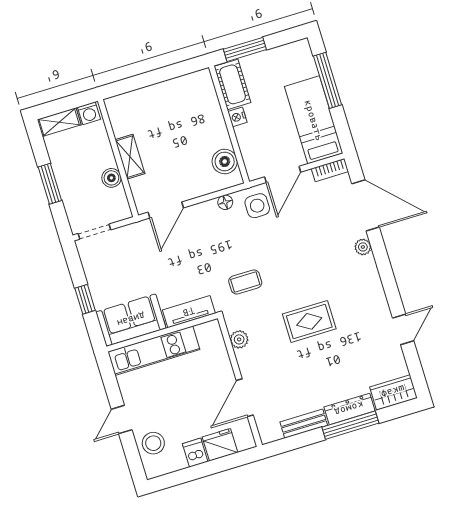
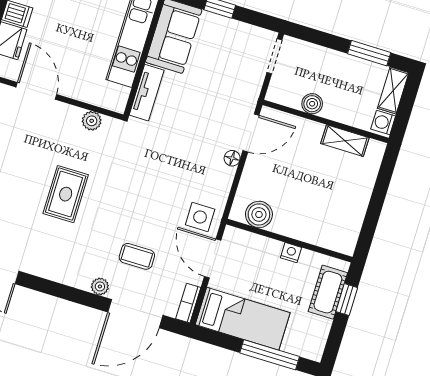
window: (245, 49) -> (347, 300), width x0.67
cot: (233, 84) -> (328, 292), moved, turned 90
shelving: (130, 157) -> (345, 141), moved
window: (50, 184) -> (369, 53), moved
floor lamp: (225, 202) -> (232, 158), moved
door: (166, 210) -> (251, 133), swing flipped
coffee table: (245, 282) -> (137, 256), moved, turned 90

